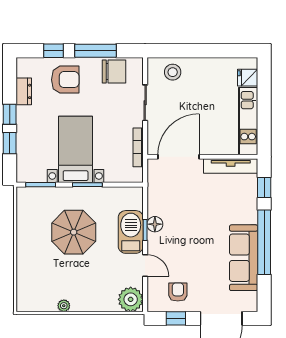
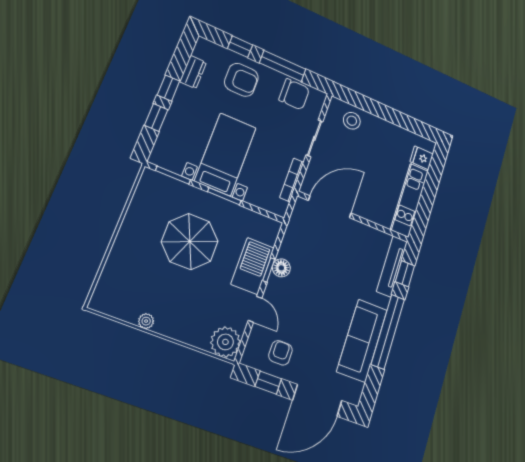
tv unit: (231, 166) -> (392, 266), moved, turned 90

